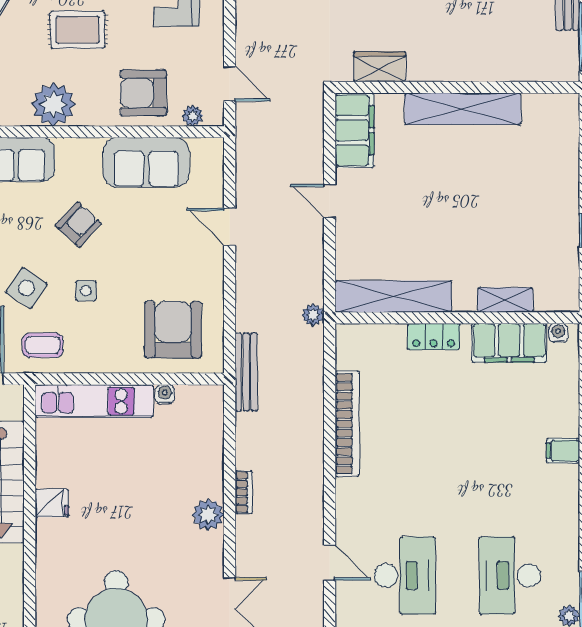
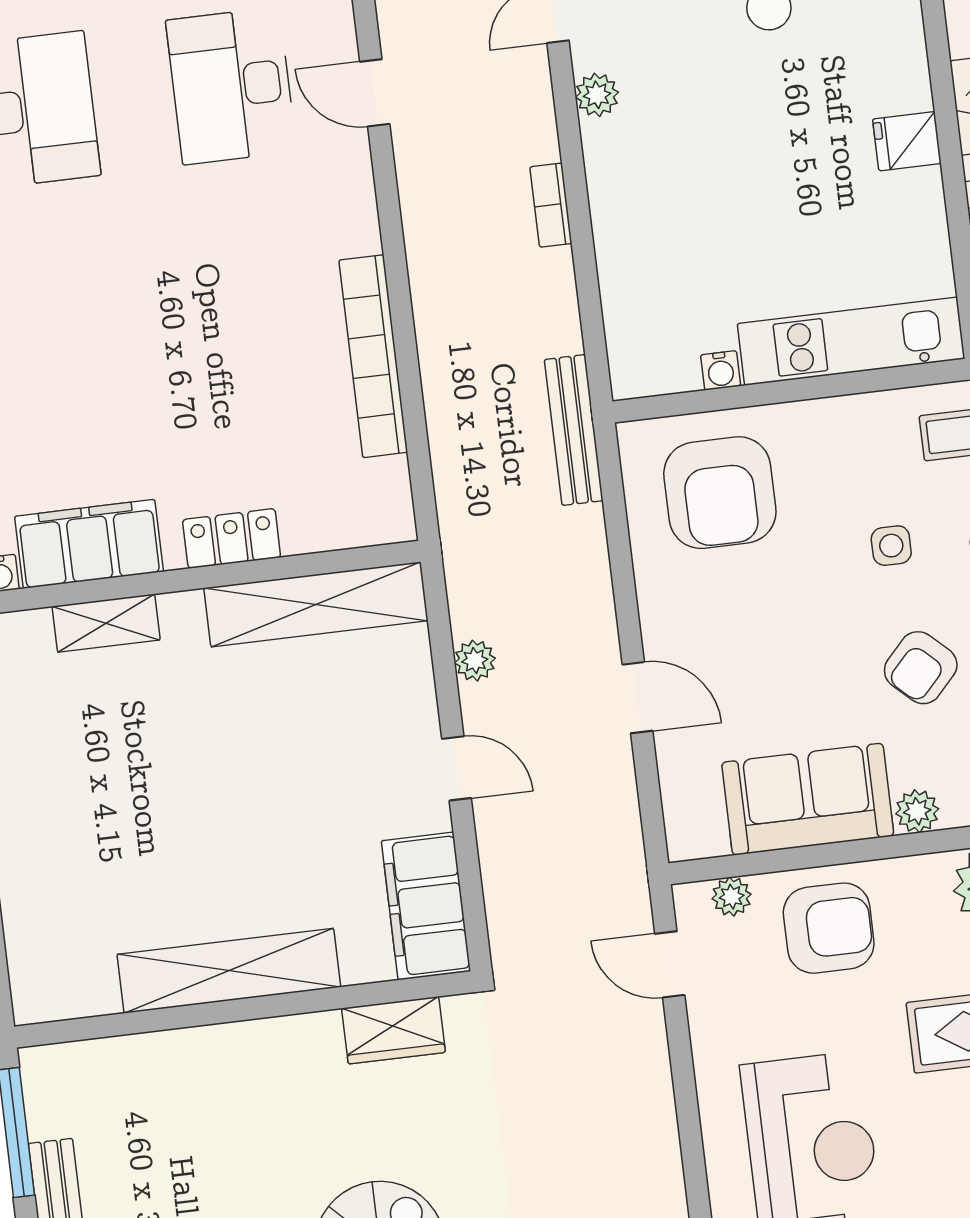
plant: (89, 149) -> (917, 811), added
plant: (313, 315) -> (475, 661), moved
plant: (208, 515) -> (597, 95), moved, width x0.73, depth x0.73

